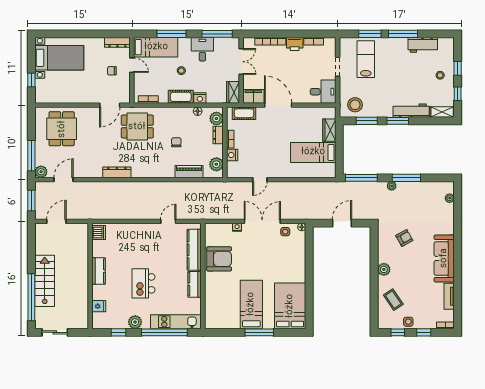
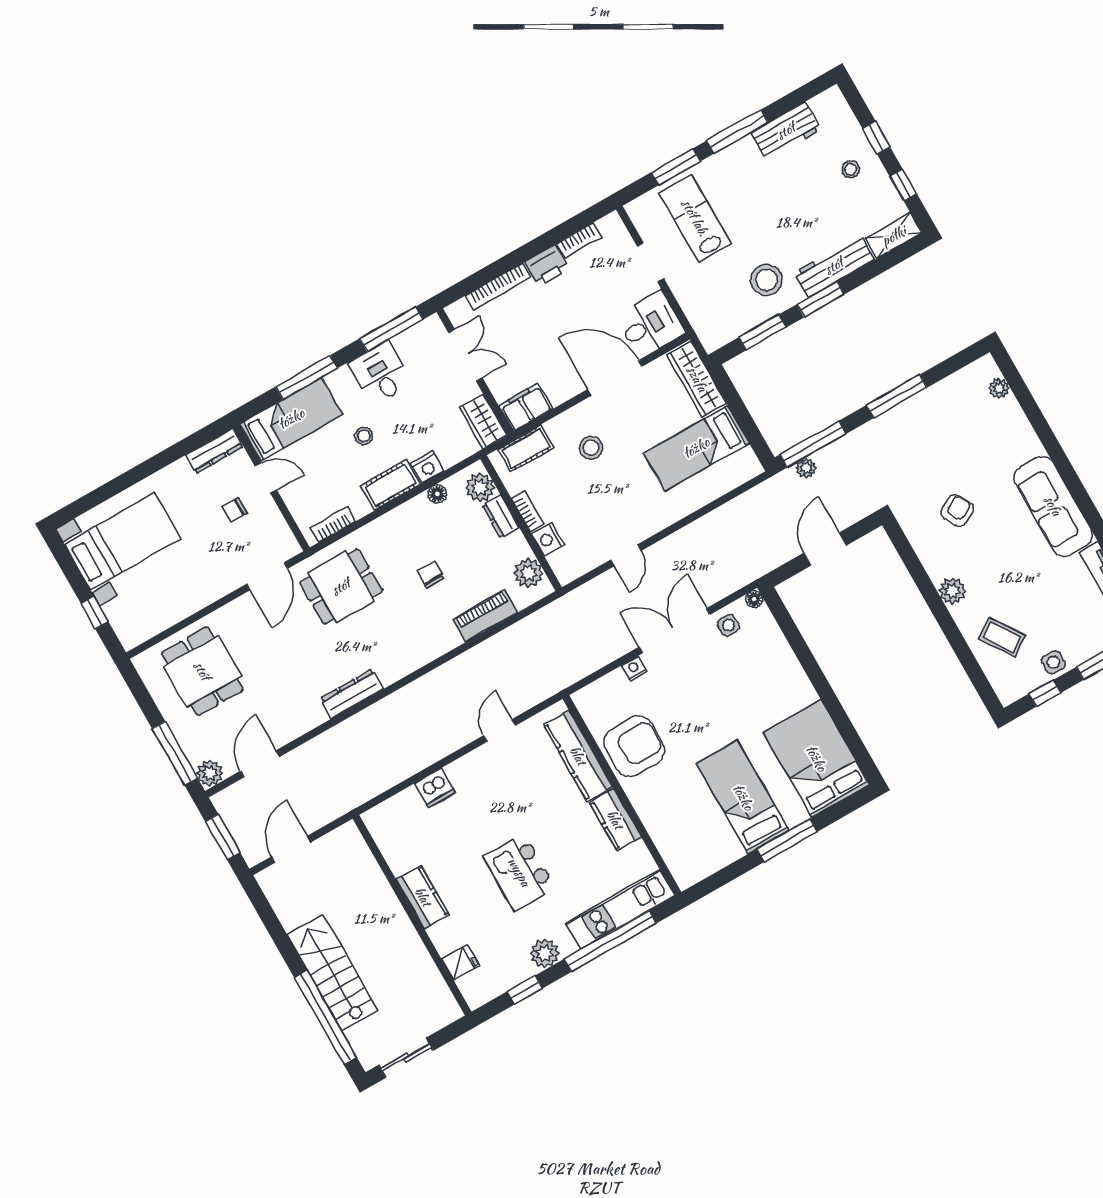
door: (278, 105) -> (615, 378), moved
stool: (355, 105) -> (767, 280), moved
stool: (271, 128) -> (591, 448), added
wardrobe: (329, 130) -> (697, 379), width x1.50
plant: (392, 186) -> (806, 468), moved
dishwasher: (99, 233) -> (435, 788), moved, turned 90

